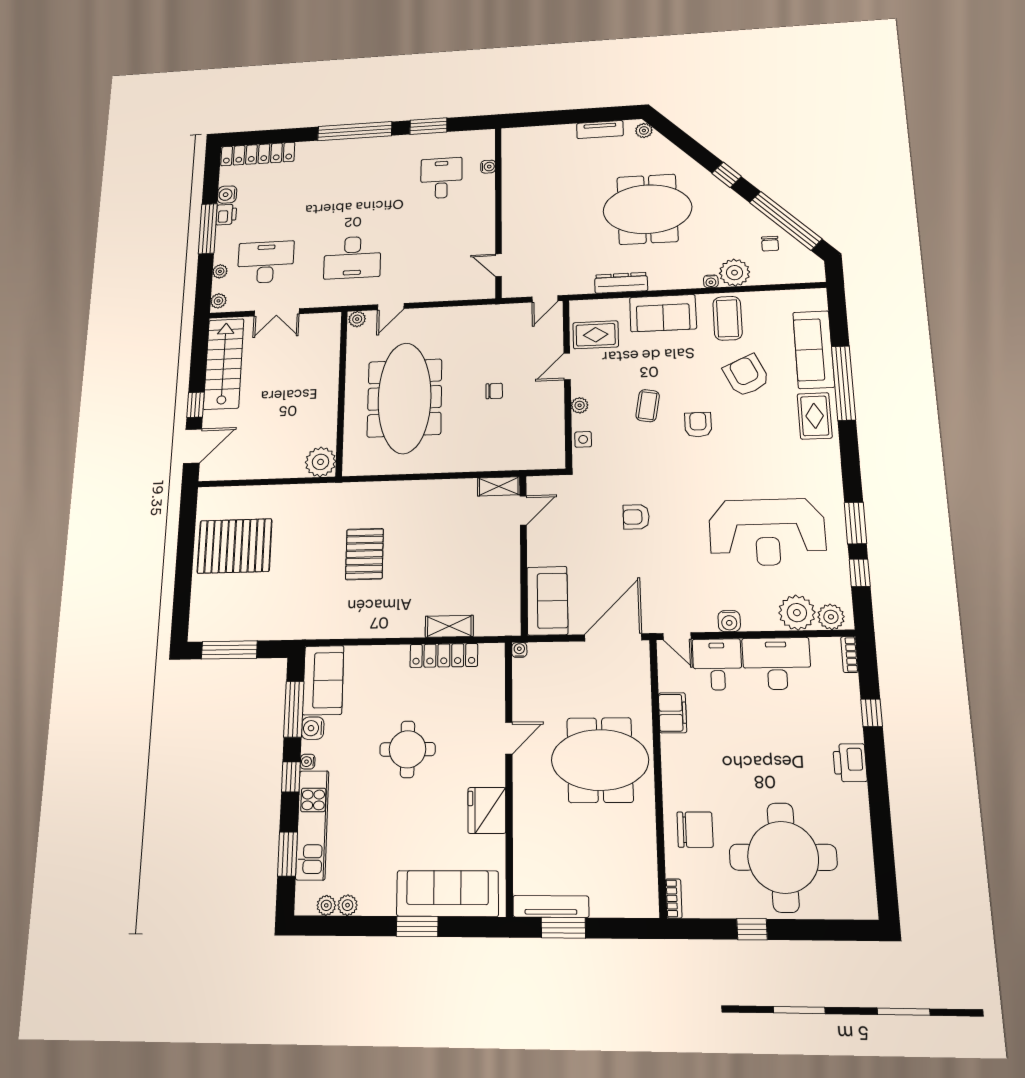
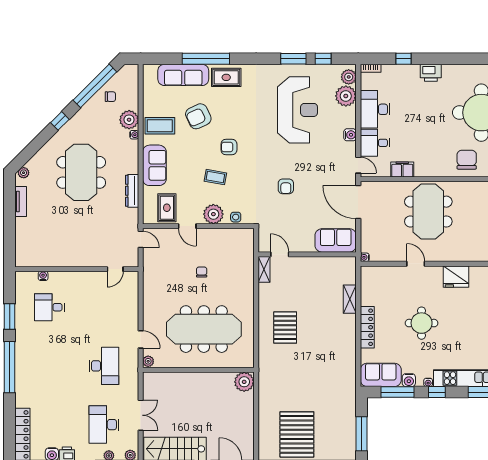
plant: (580, 405) -> (213, 214), width x1.88, depth x1.88
pallet: (364, 554) -> (285, 328), moved, turned 90
door: (677, 636) -> (358, 165), hinge flipped
locker: (444, 655) -> (367, 327), moved

